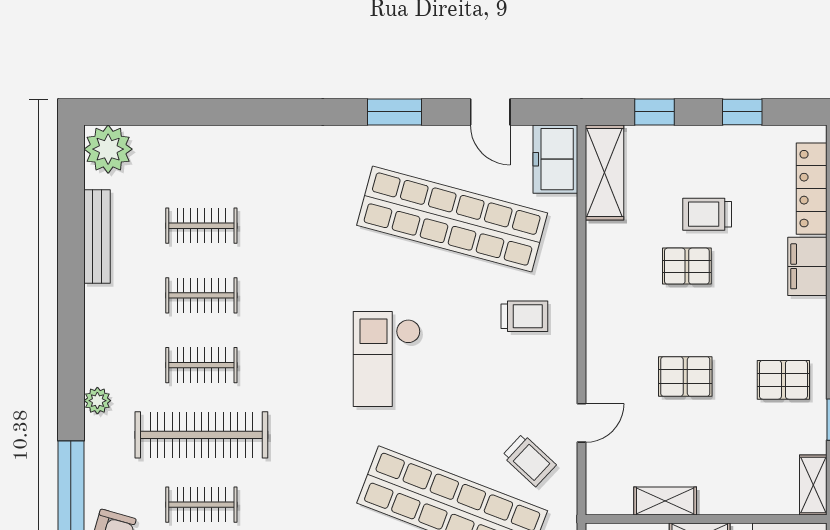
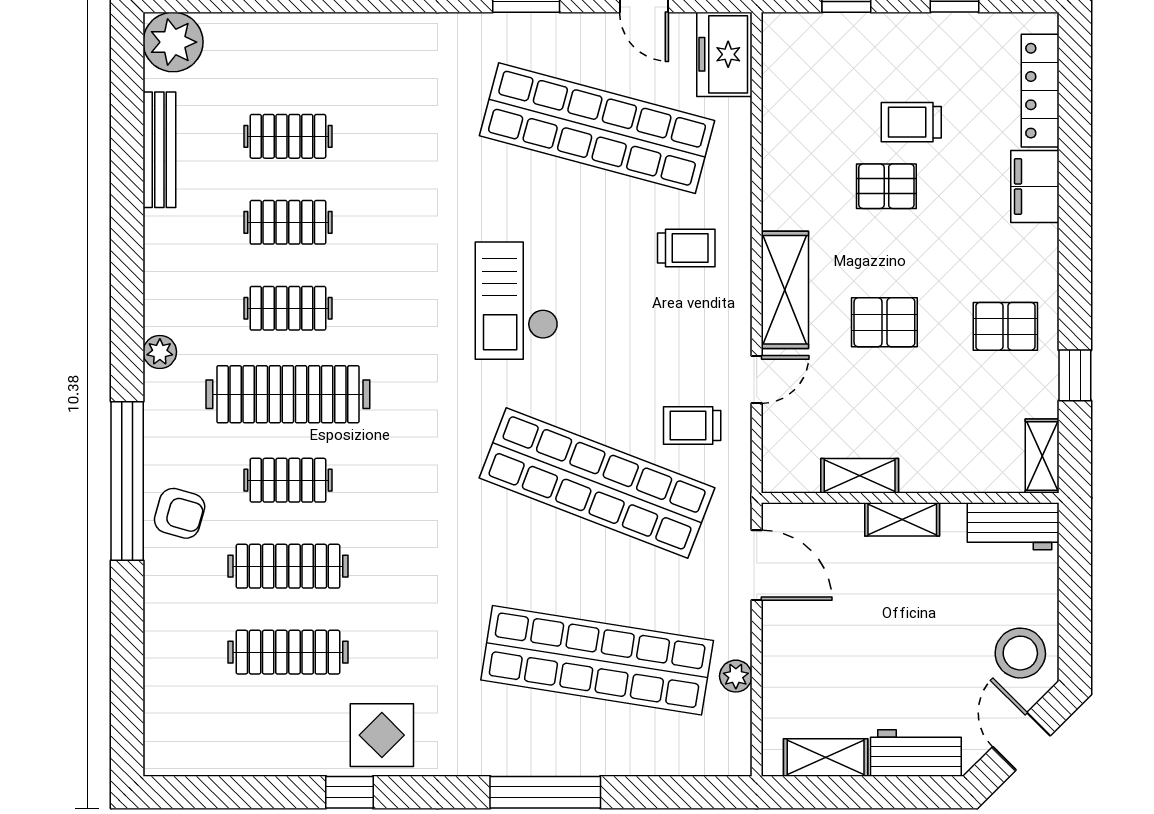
shelving: (604, 173) -> (785, 290), moved
trolley: (529, 460) -> (692, 425), turned 137

